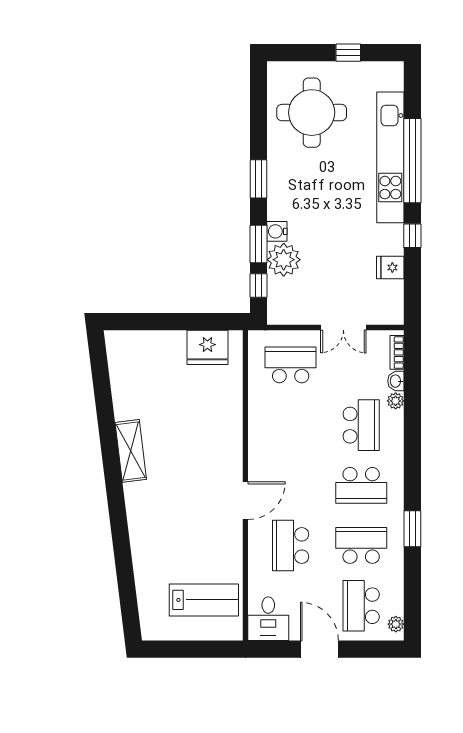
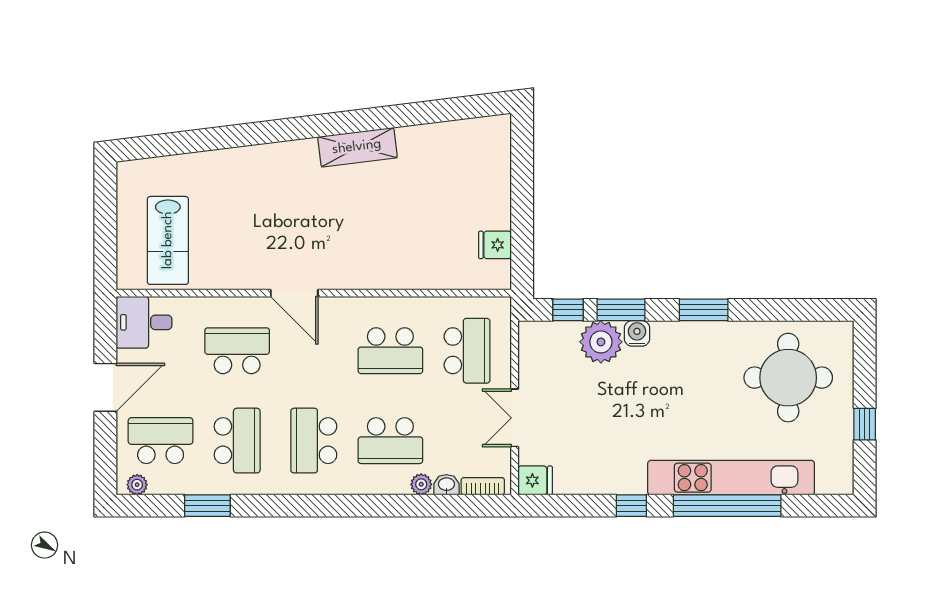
fridge: (390, 268) -> (535, 480), moved, turned 90
fridge: (207, 347) -> (495, 245), width x0.53, depth x0.75
school desk: (291, 425) -> (390, 351), added
window: (412, 529) -> (207, 506), moved

